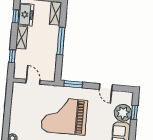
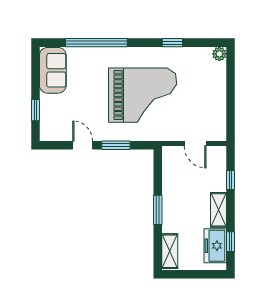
window: (61, 41) -> (158, 210), width x0.69
window: (73, 84) -> (116, 145), moved
plant: (123, 113) -> (53, 108), removed

